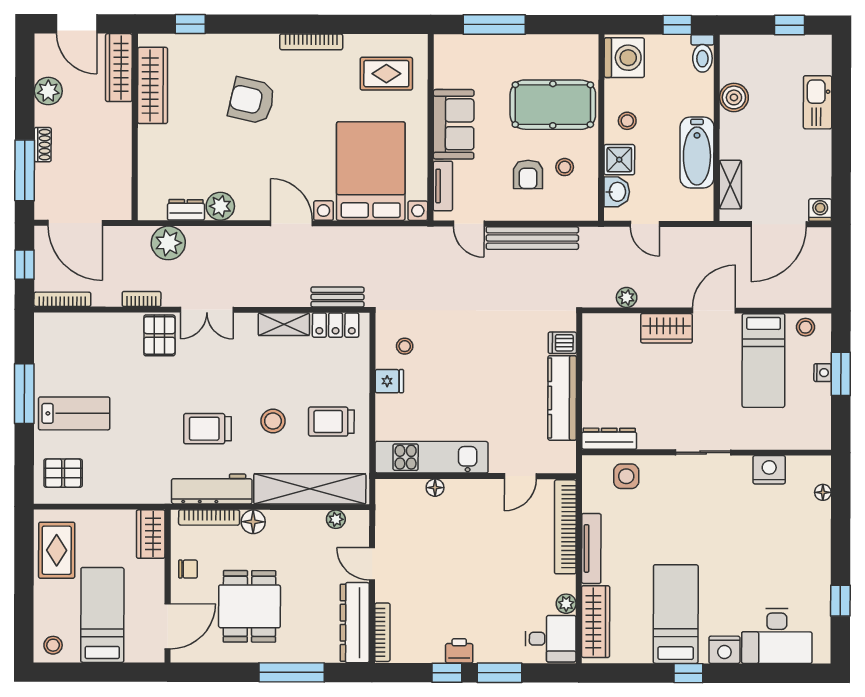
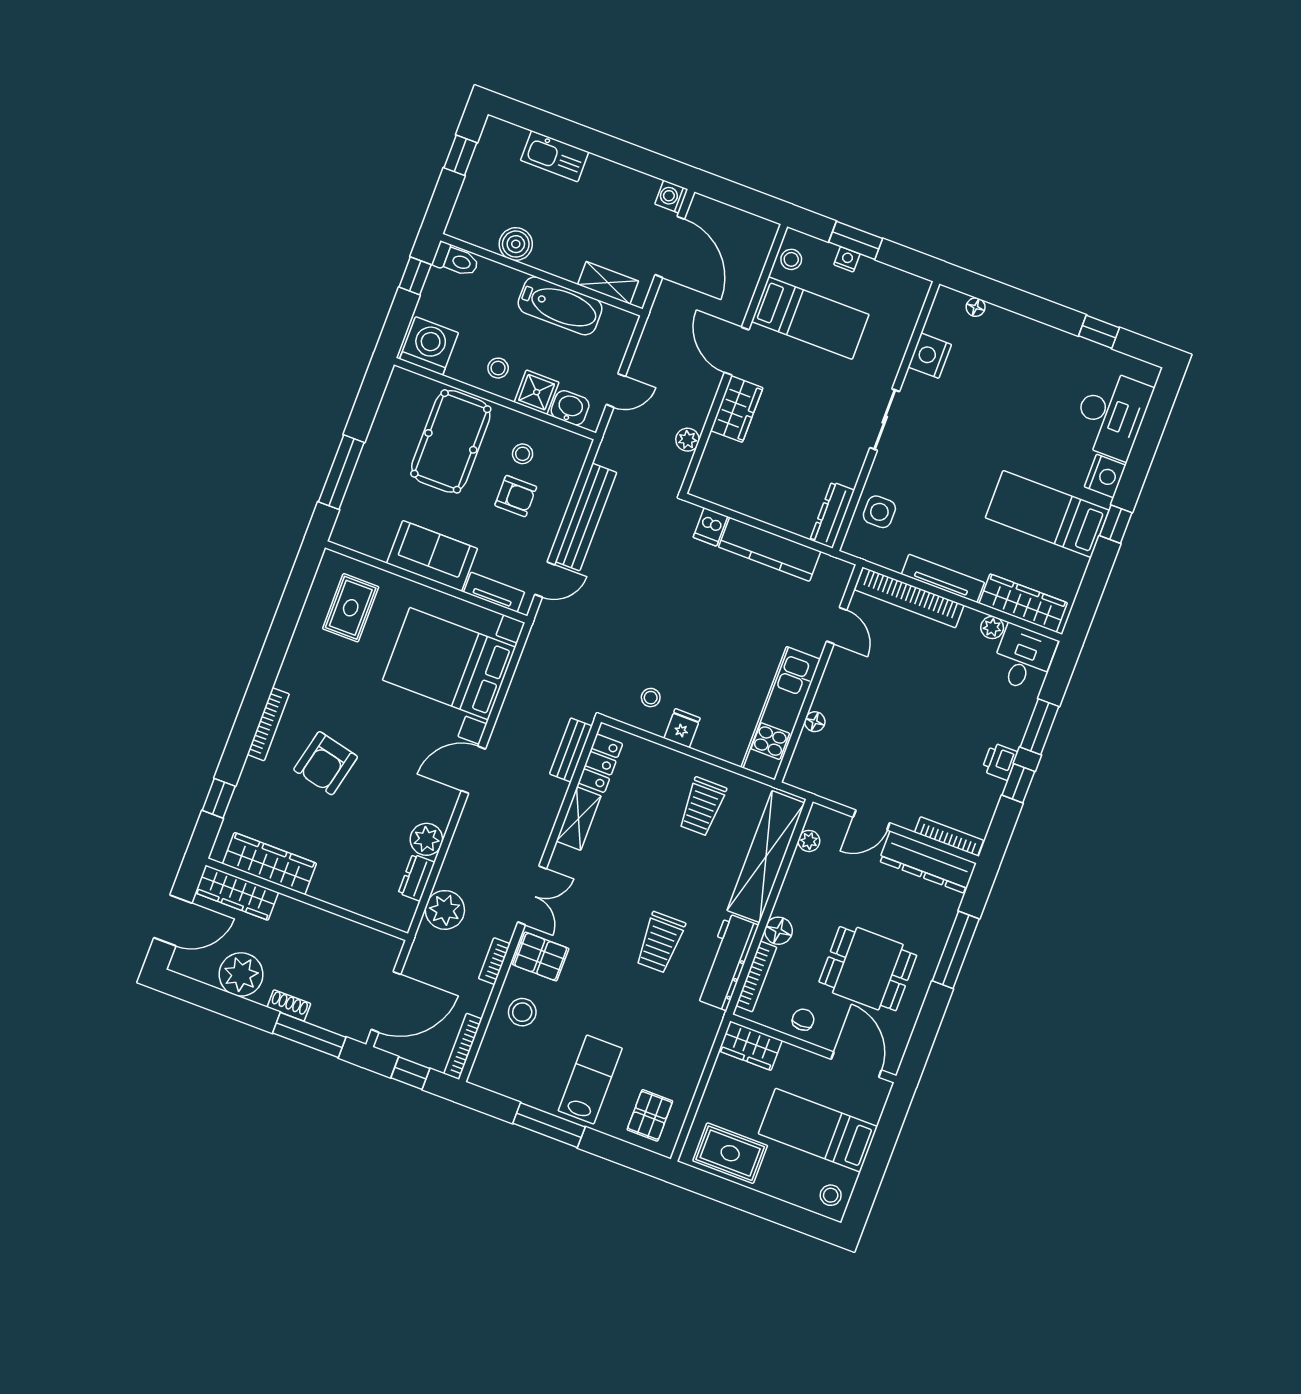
bookcase: (311, 42) -> (268, 724), moved
plant: (48, 91) -> (241, 974), width x1.36, depth x1.36
stool: (273, 421) -> (522, 1012), moved

